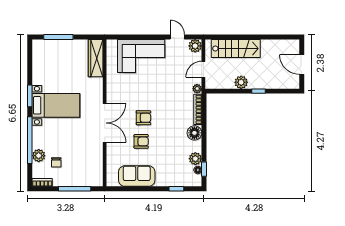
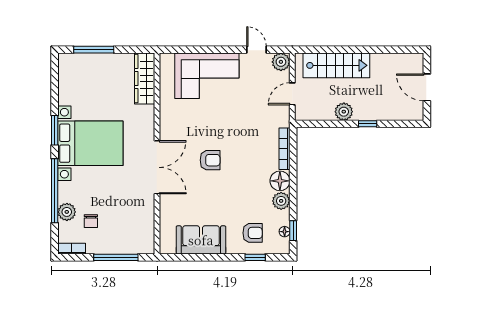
plant: (197, 89) -> (284, 120), removed
bed with nightstands: (56, 105) -> (90, 143), width x1.36
armchair: (141, 141) -> (253, 233), moved
plant: (195, 159) -> (281, 201), moved

